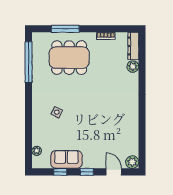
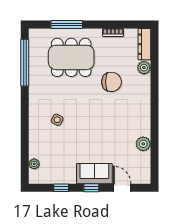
chair: (104, 79) -> (111, 82), added
sofa: (66, 159) -> (94, 174), moved
plant: (132, 162) -> (143, 144), moved

